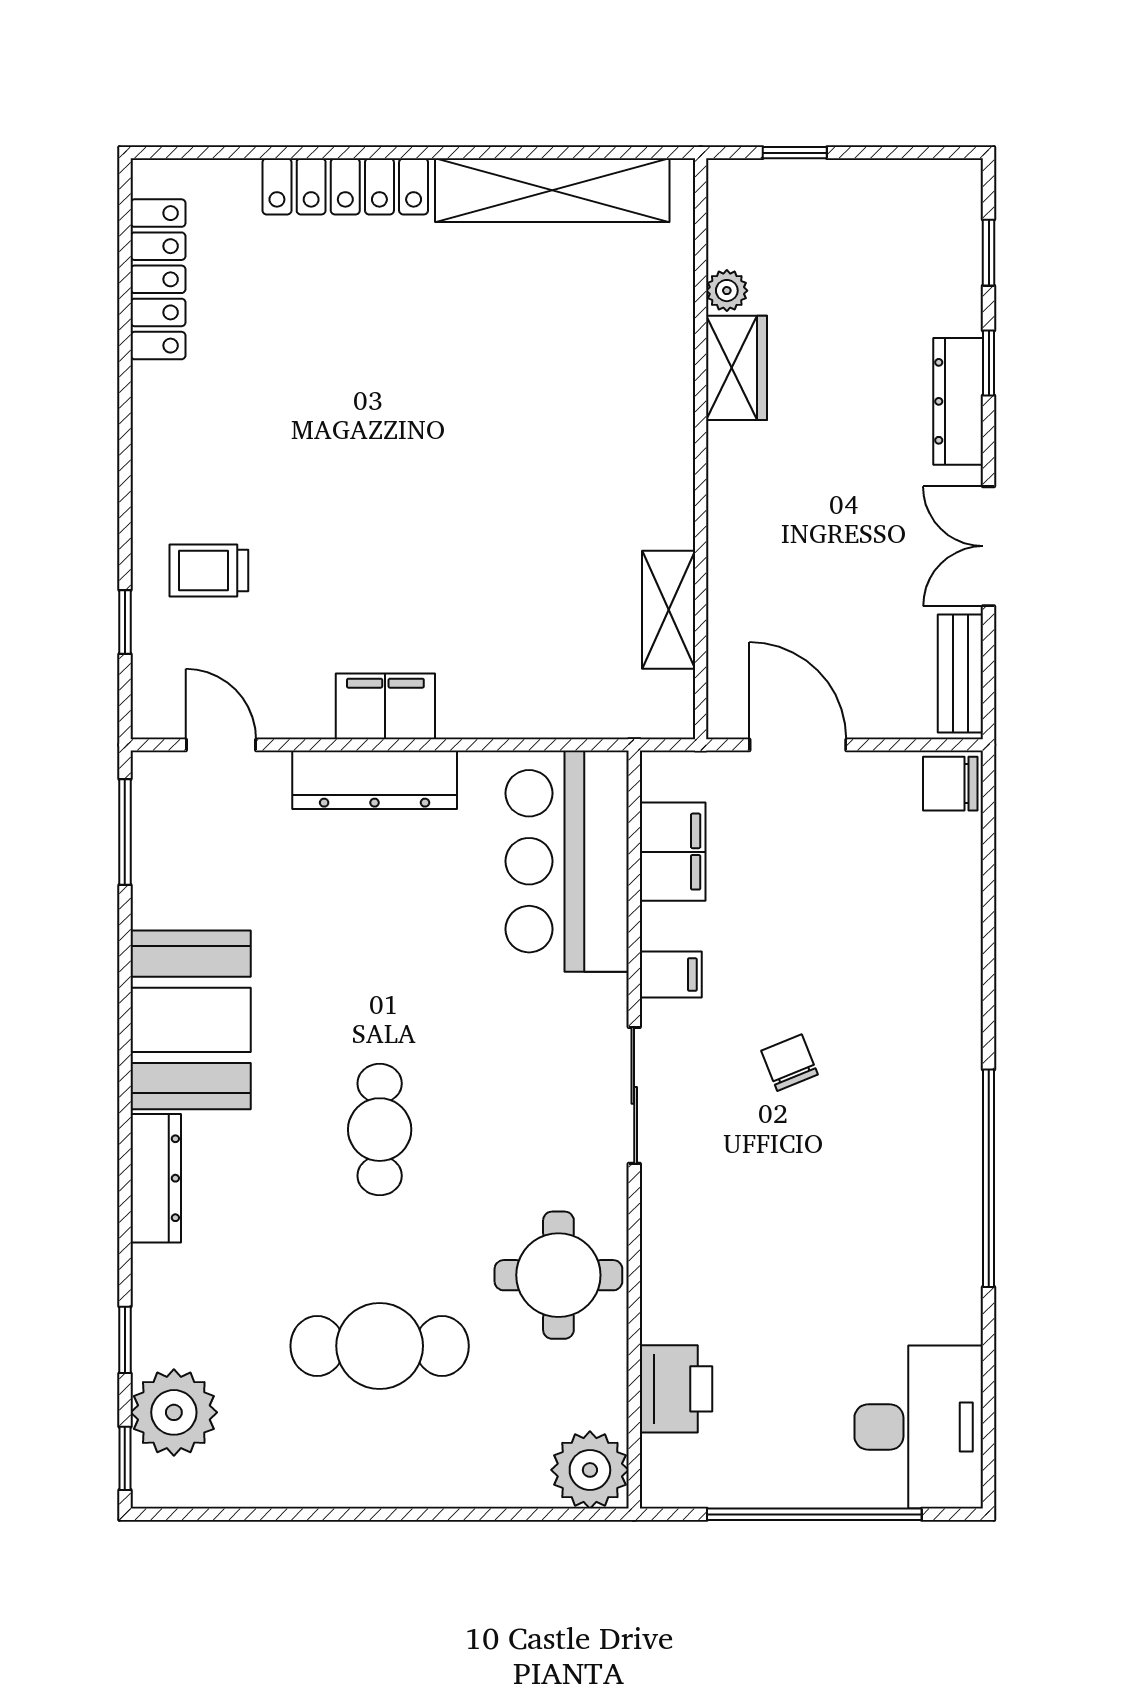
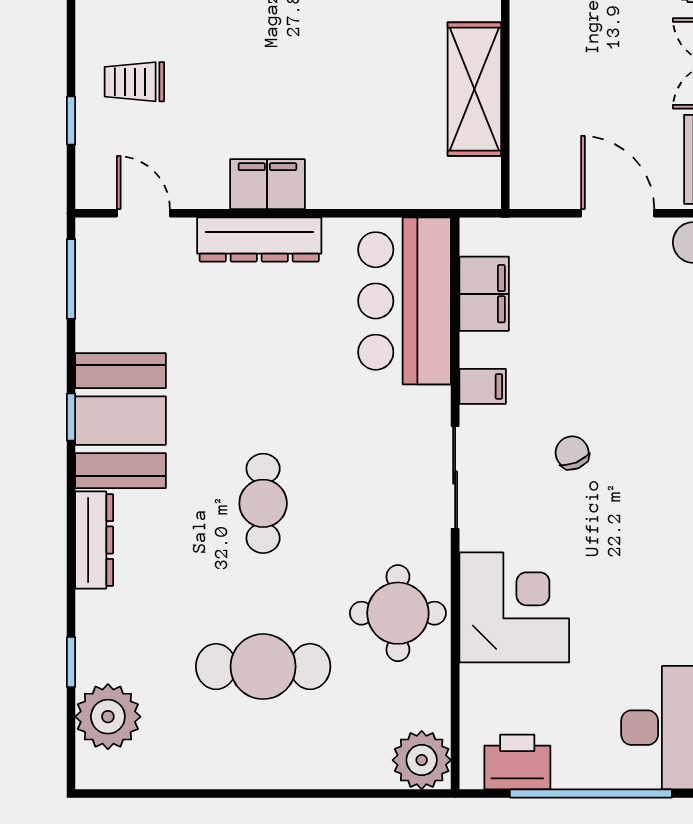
shelving: (669, 610) -> (474, 89), width x1.50, depth x1.33
door: (798, 745) -> (618, 213), moved
corner desk: (713, 1268) -> (514, 607), added
printer: (676, 1389) -> (517, 762), moved, turned -90
window: (125, 1458) -> (71, 417), moved

